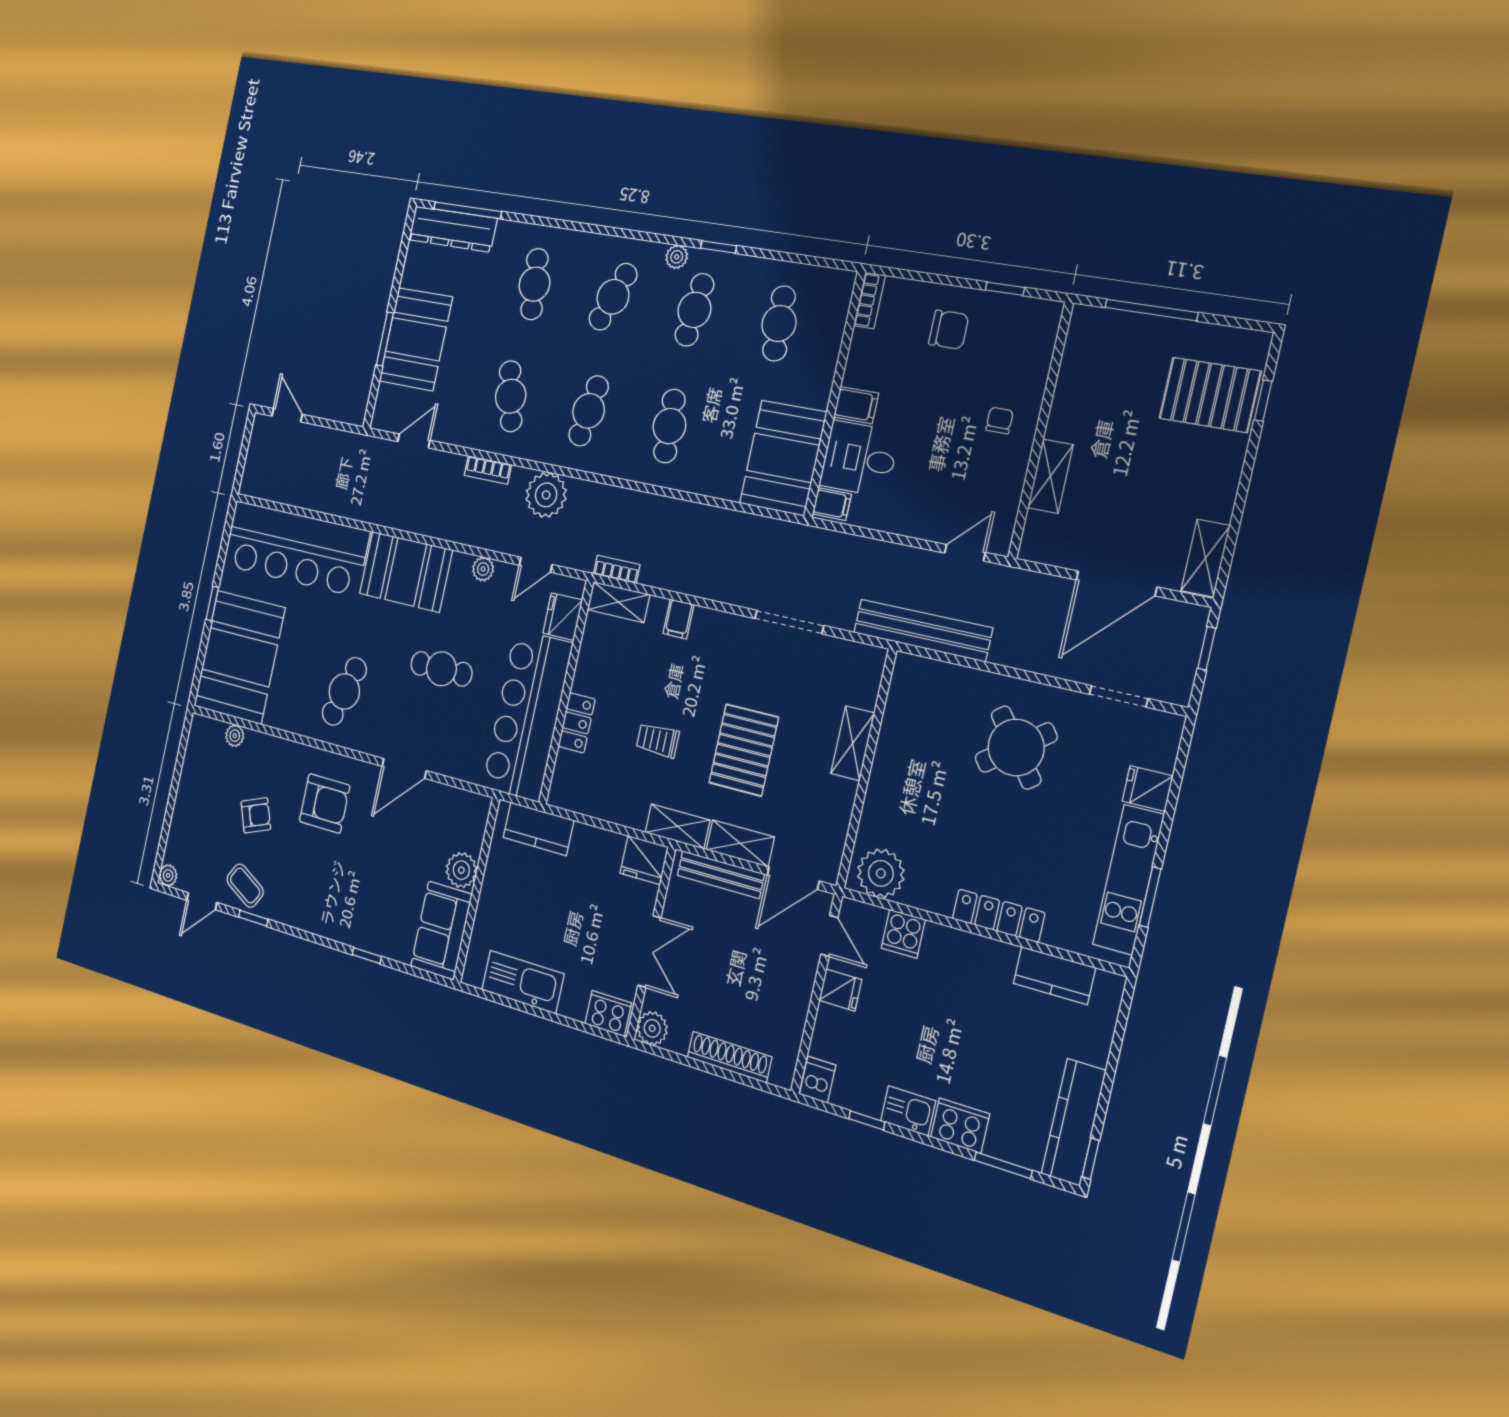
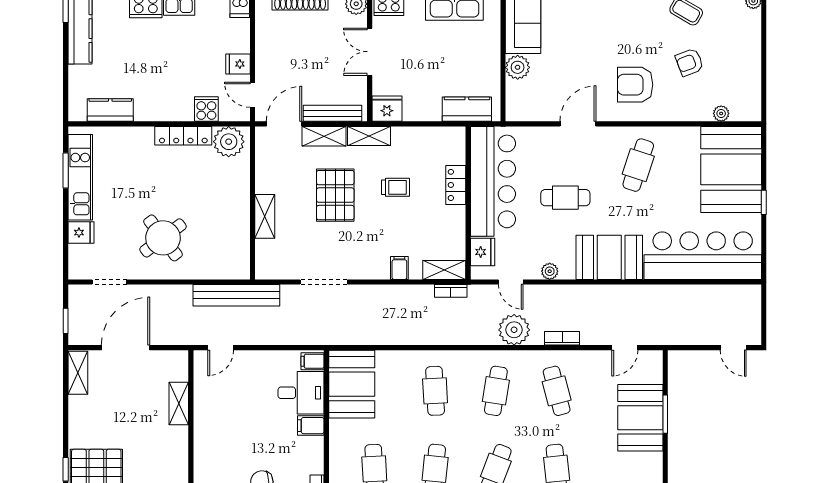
chair: (999, 420) -> (217, 432), removed
door: (536, 565) -> (511, 282), swing flipped
locker: (998, 916) -> (183, 136), moved

